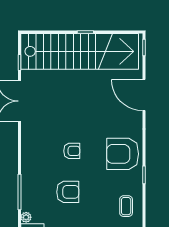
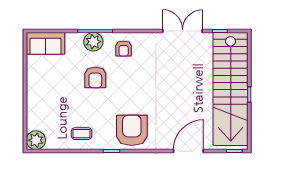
armchair: (72, 151) -> (124, 49), moved
plant: (26, 217) -> (93, 42), moved, width x1.87, depth x1.87

